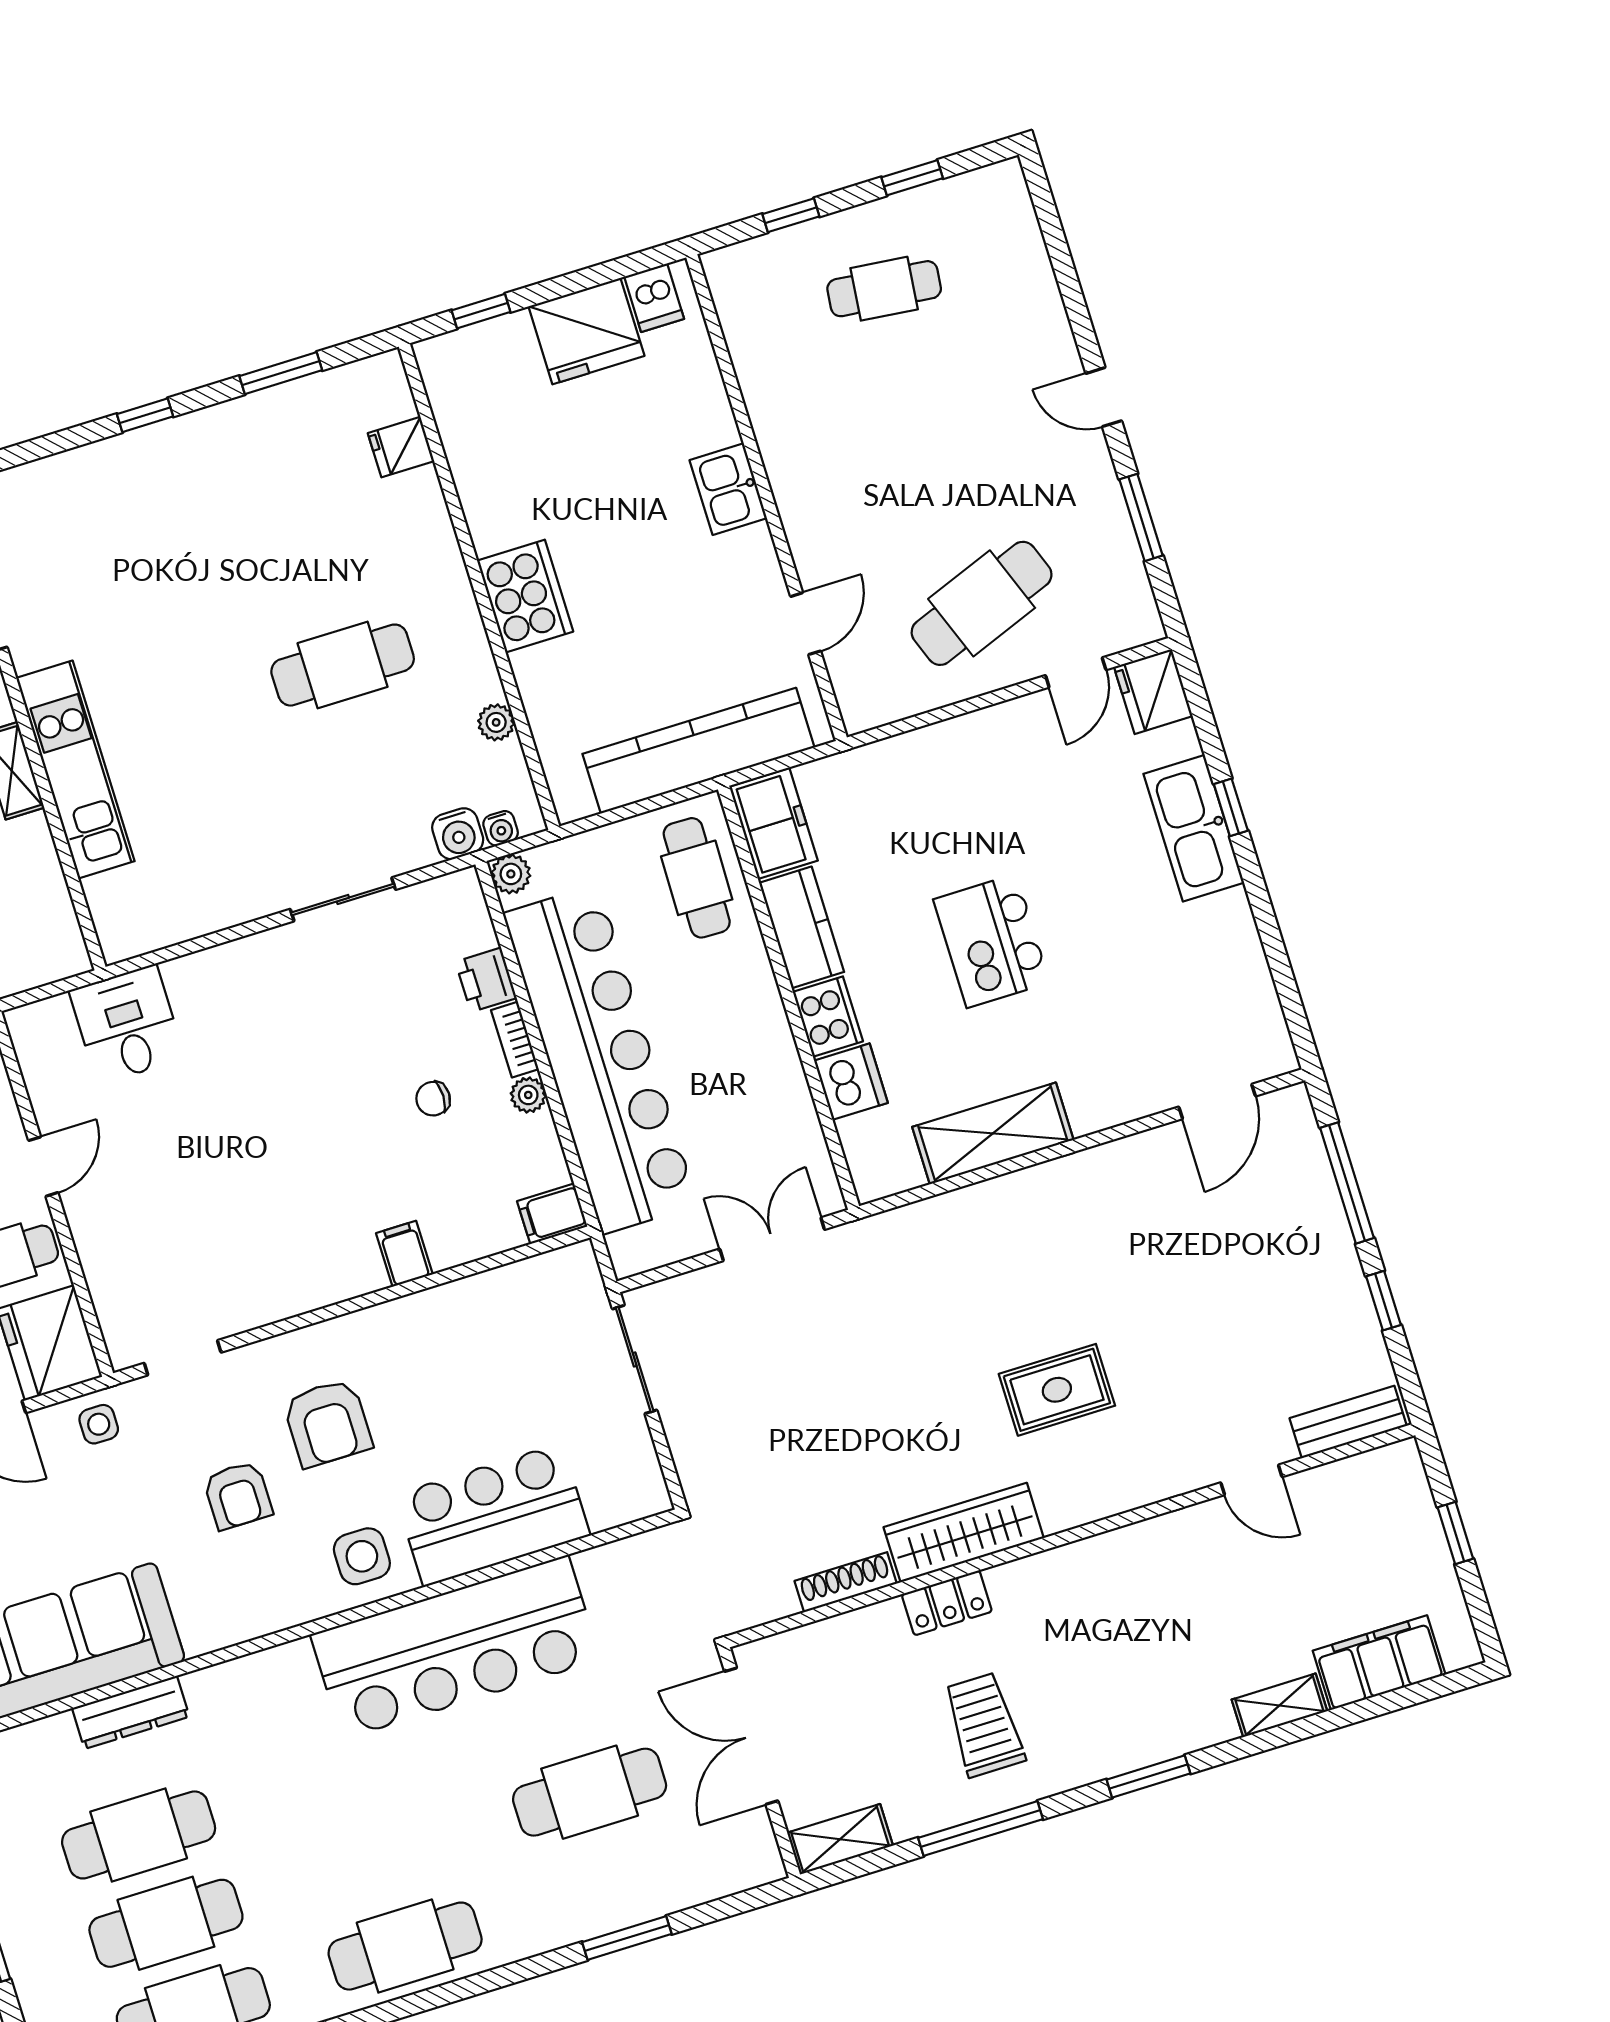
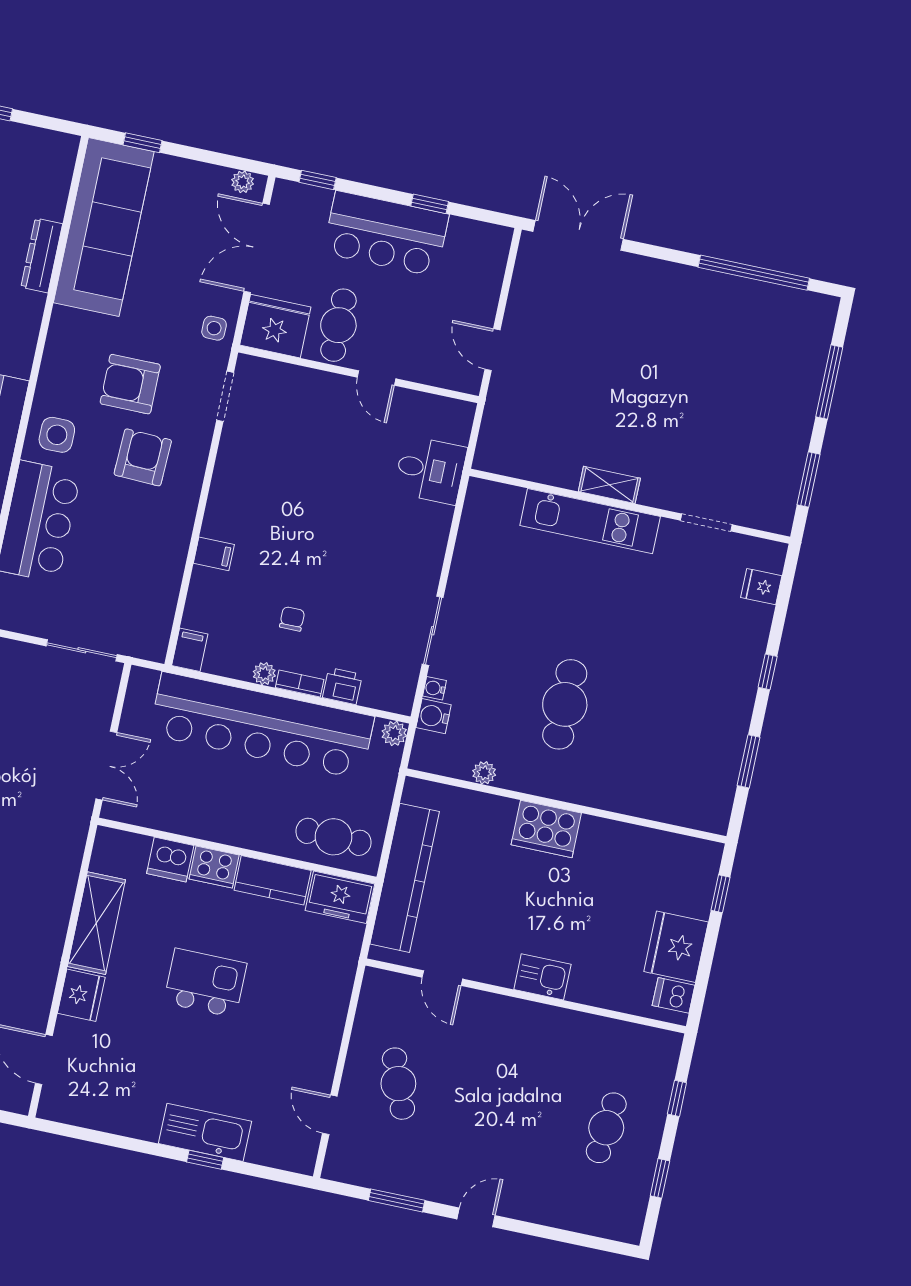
fridge: (401, 447) -> (761, 587), moved, turned -90
cafe table: (982, 603) -> (398, 1084), width x0.73, depth x0.74
fridge: (1153, 691) -> (81, 995), moved, turned 90
water cooler: (501, 828) -> (435, 688), moved
armchair: (328, 1423) -> (143, 457), turned 92
armchair: (238, 1495) -> (130, 384), width x1.38, depth x1.38

